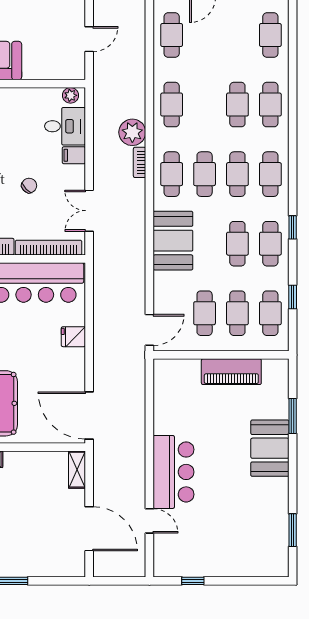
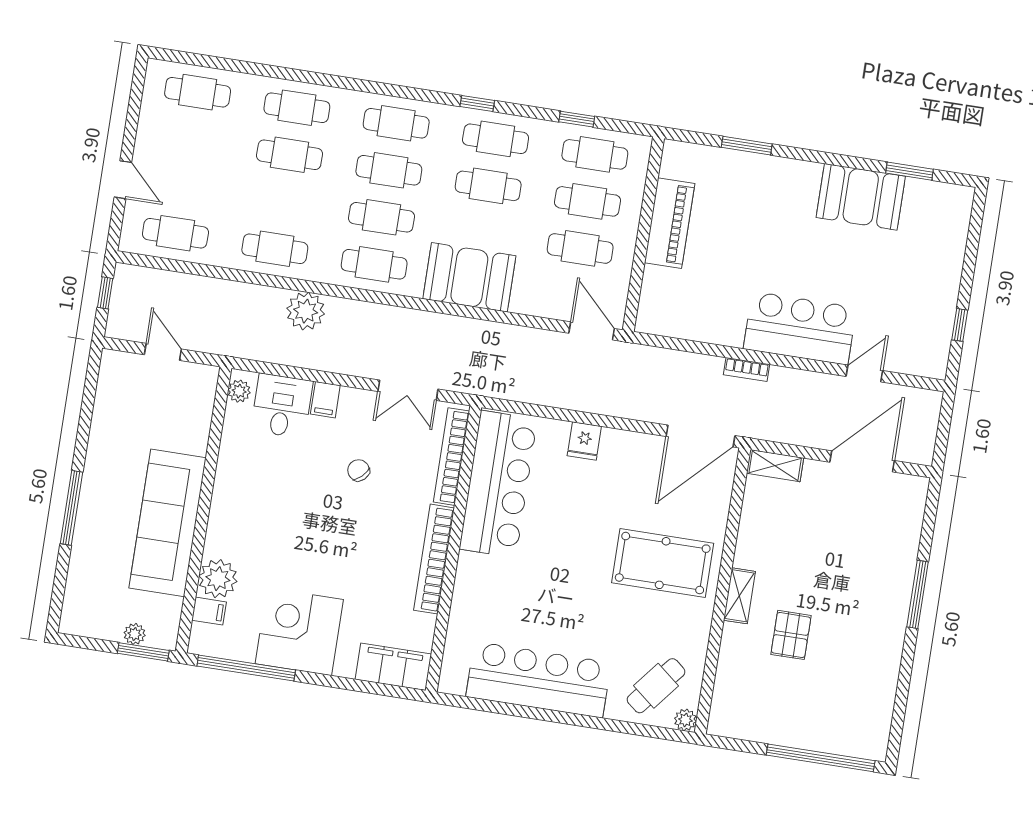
bookcase: (140, 162) -> (747, 370), moved
booth: (270, 448) -> (861, 197), moved

